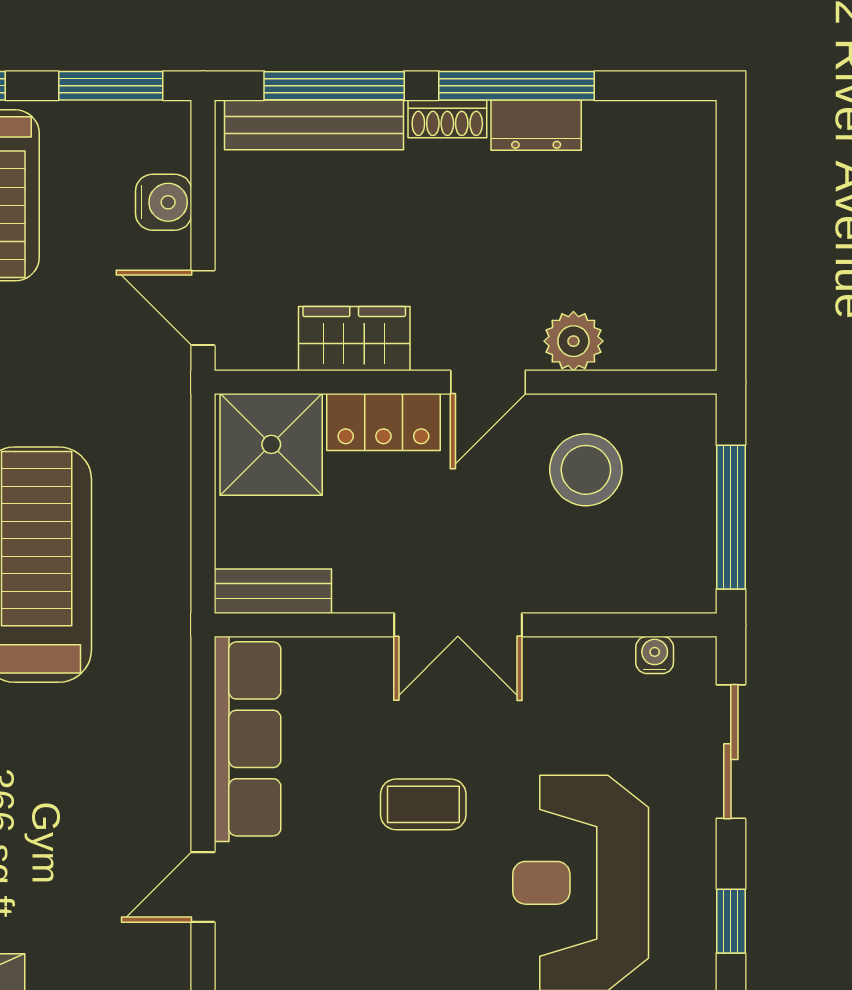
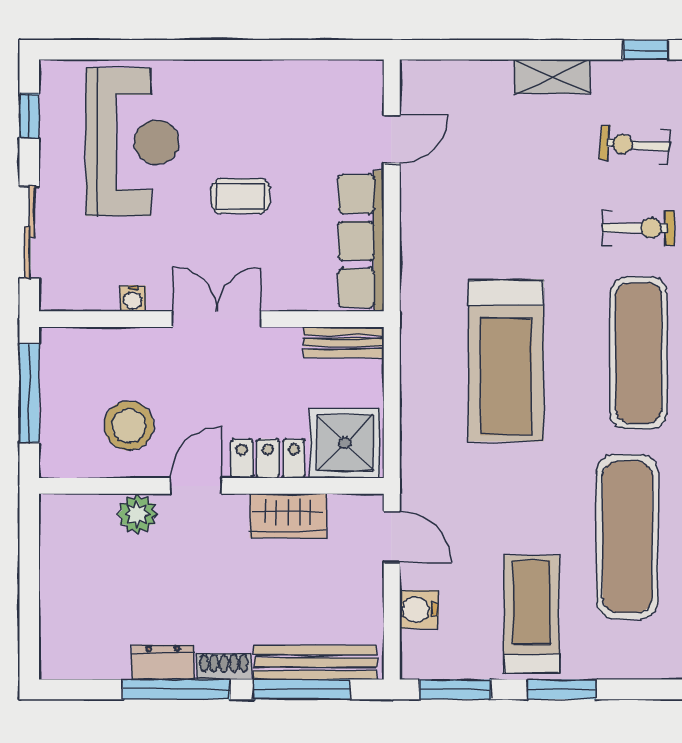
water cooler: (655, 655) -> (133, 299), moved

